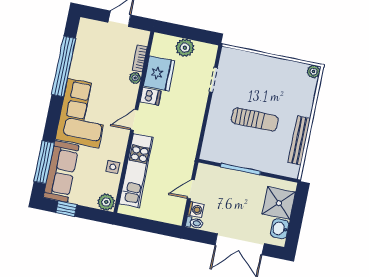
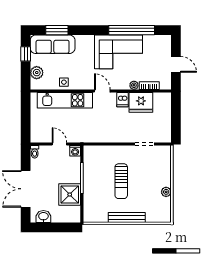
plant: (185, 48) -> (164, 118), removed
plant: (314, 72) -> (166, 192), moved
corner sofa: (83, 113) -> (118, 52), moved
bench: (299, 140) -> (127, 218), moved
window: (44, 162) -> (57, 30), width x0.69
plant: (106, 202) -> (37, 73), moved
shower: (279, 203) -> (70, 195), moved
washing machine: (196, 210) -> (75, 151), moved

